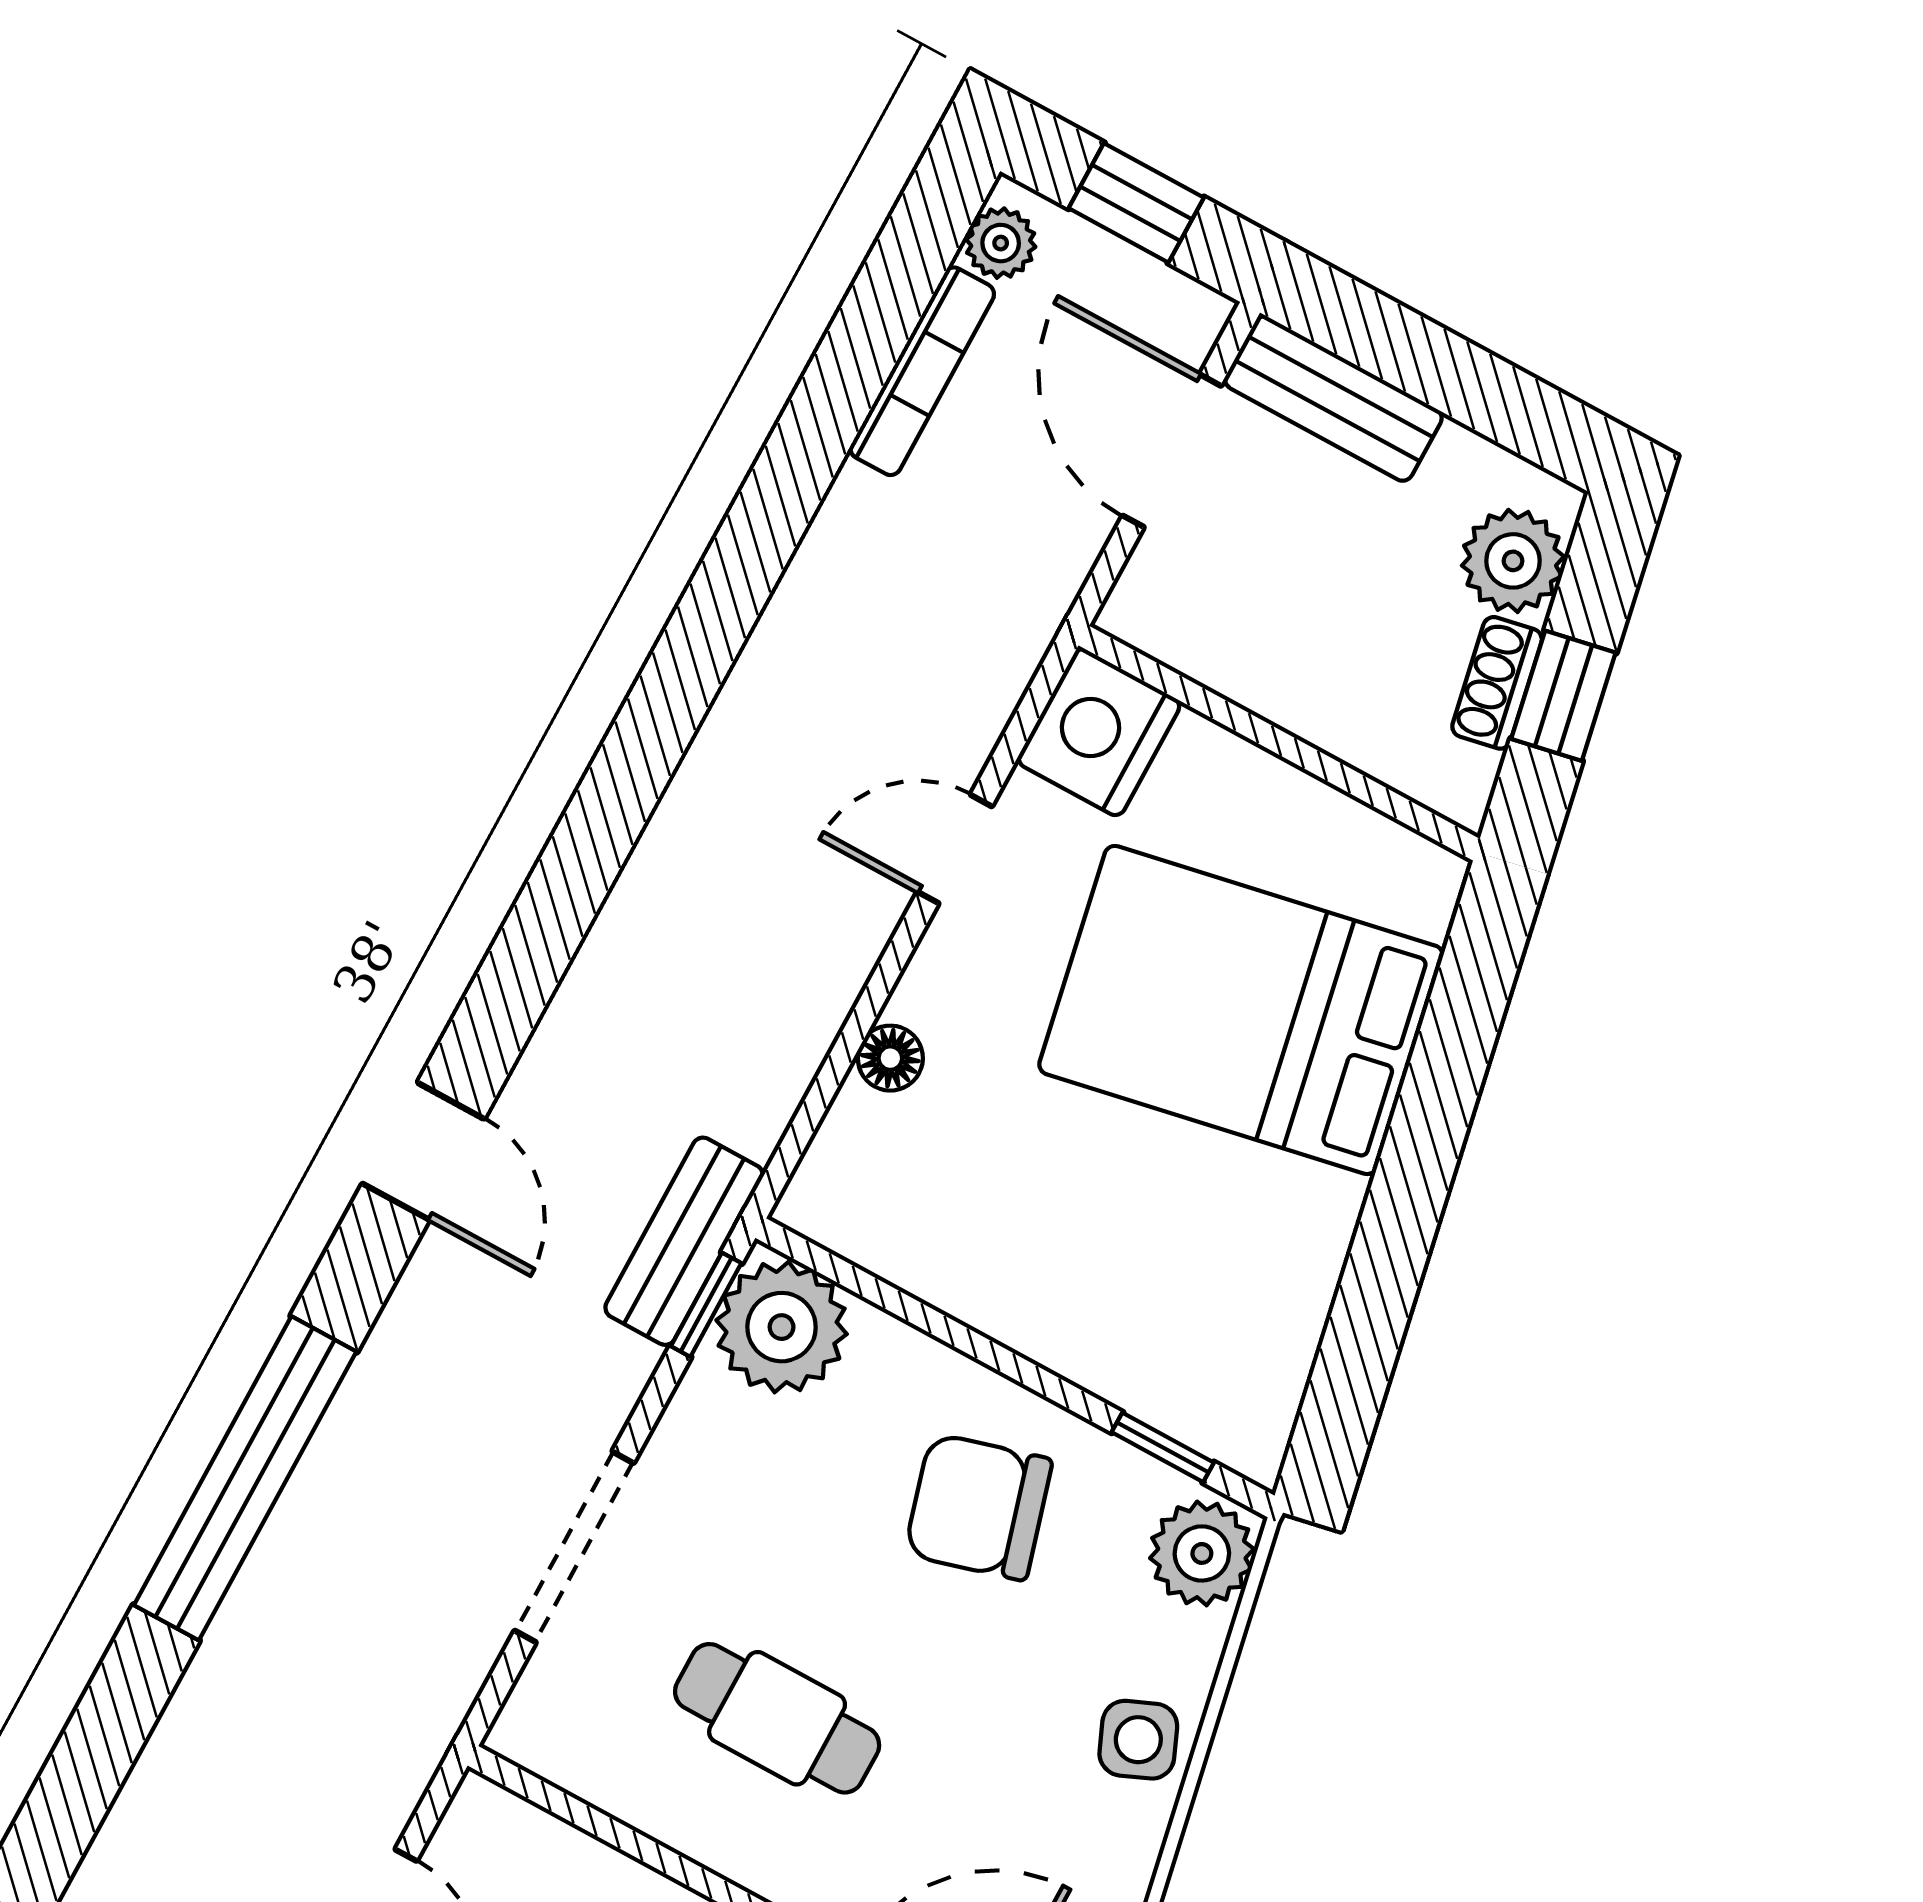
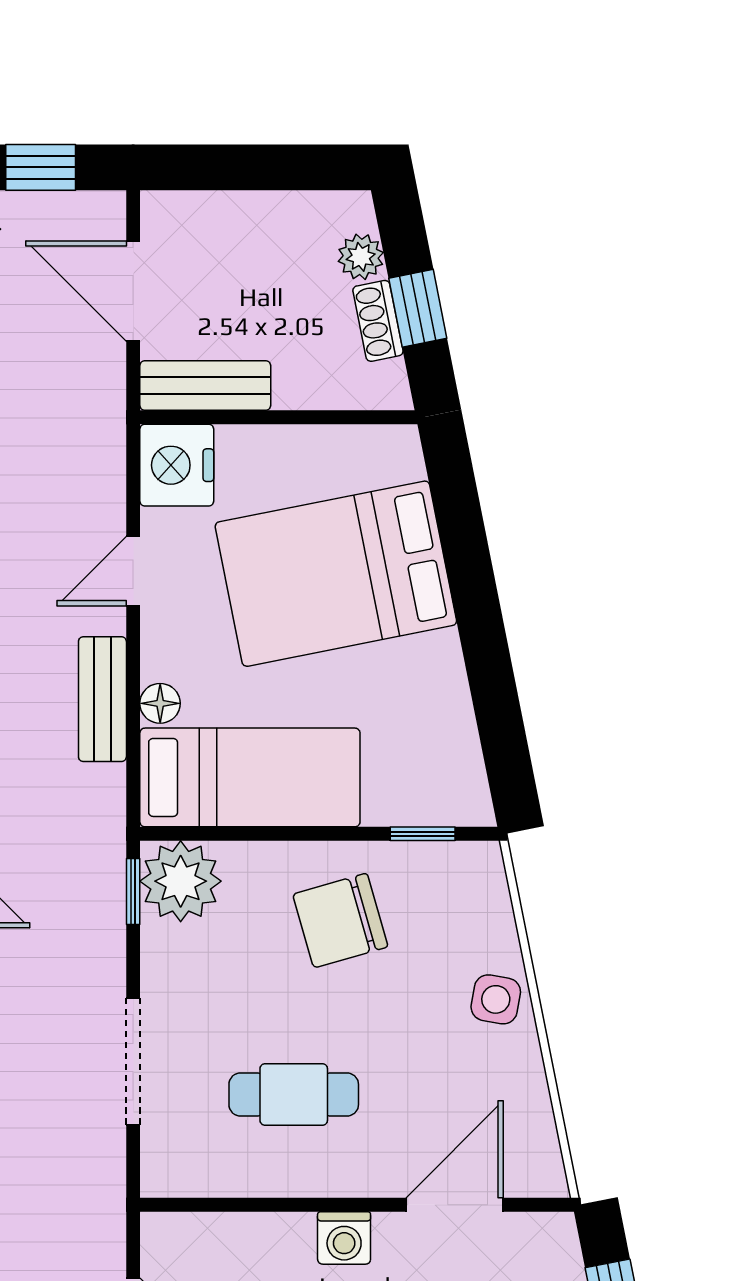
bench: (1333, 399) -> (205, 386), moved
plant: (1513, 561) -> (361, 257), width x0.73, depth x0.73
bed: (961, 1233) -> (250, 777), added
bench: (684, 1241) -> (102, 699), moved
plant: (1202, 1553) -> (475, 880), removed
side table: (1138, 1740) -> (496, 999), turned 33

